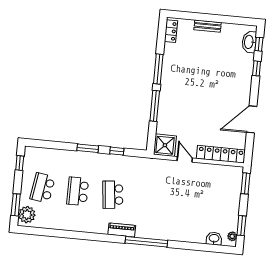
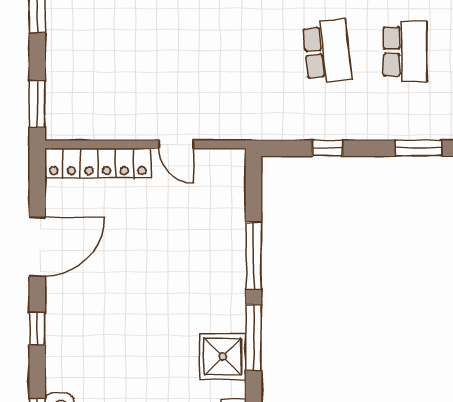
window: (257, 68) -> (37, 329), moved
shower: (165, 145) -> (223, 357), moved
window: (88, 148) -> (419, 148), moved

